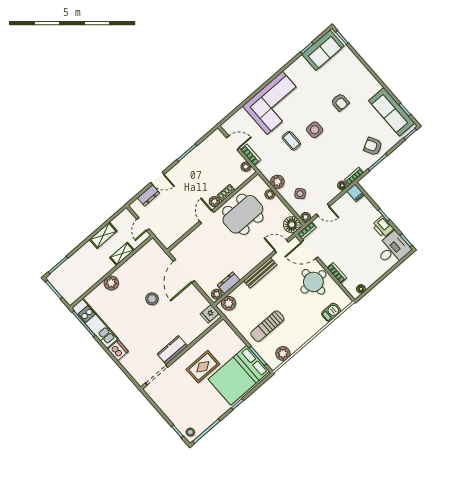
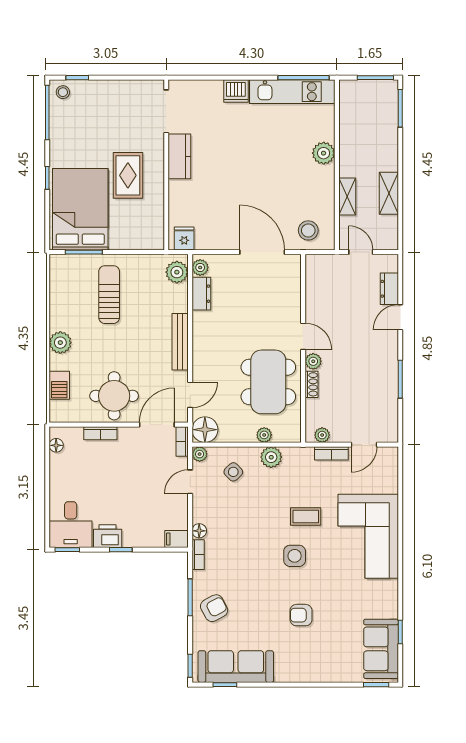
stool: (152, 299) -> (308, 230), moved
plant: (283, 353) -> (60, 343), moved

